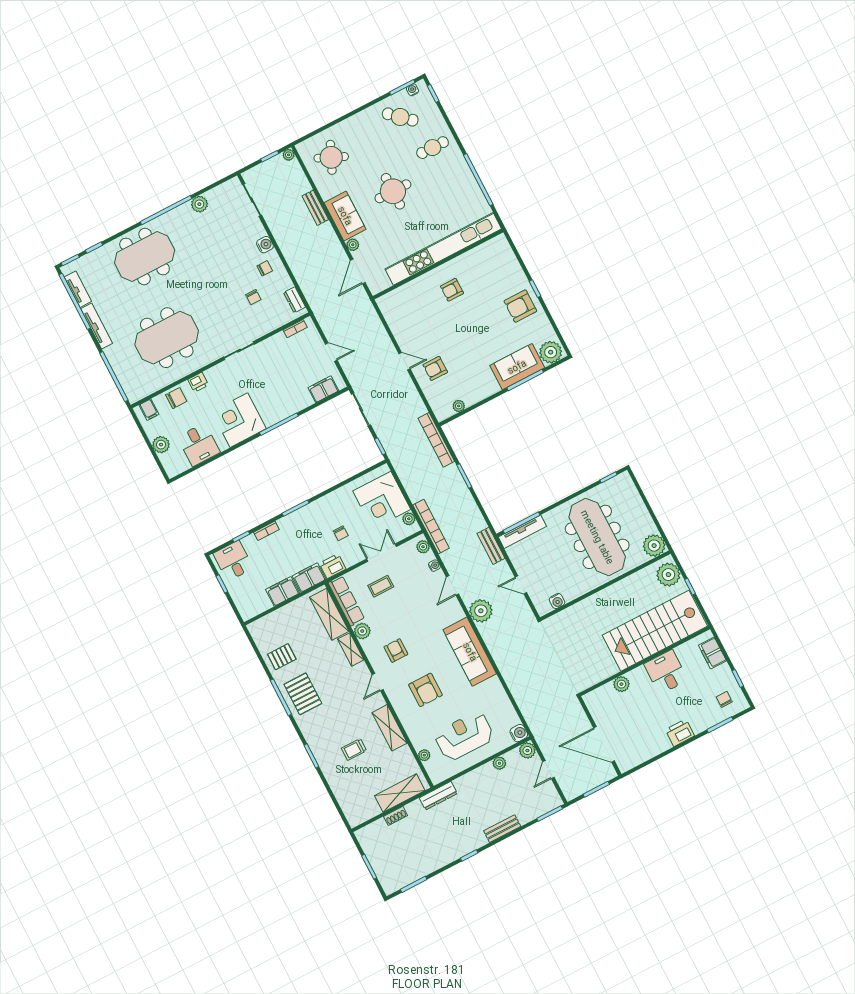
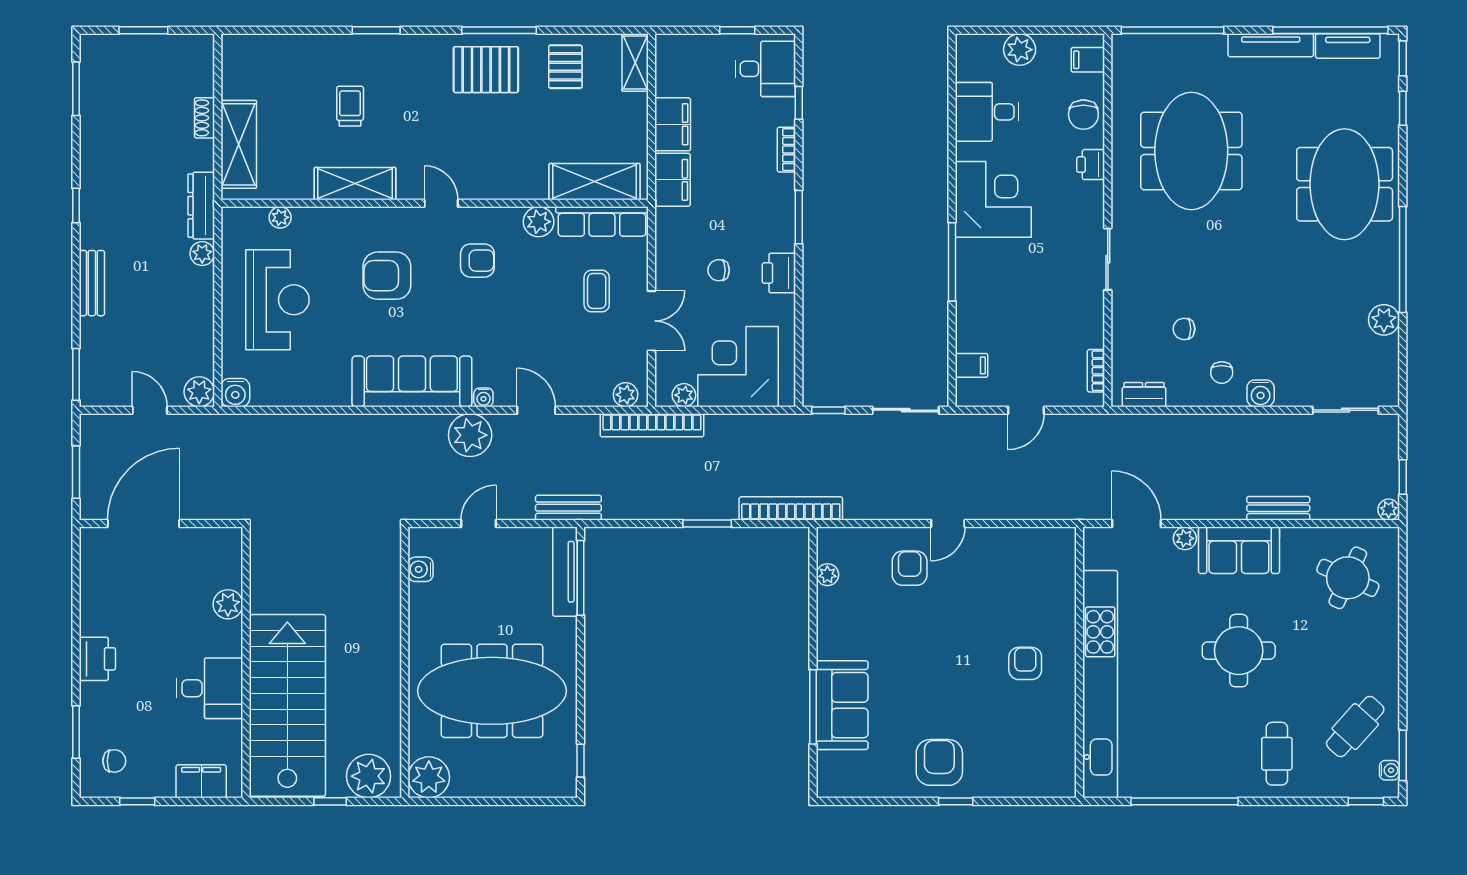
plant: (551, 352) -> (837, 773), removed
filing cabinet: (323, 389) -> (971, 365), width x0.50
printer: (333, 566) -> (779, 273), moved, turned 180
water cooler: (434, 566) -> (483, 397), moved
shelving: (351, 649) -> (635, 63), moved, turned 90
plant: (499, 763) -> (202, 254), moved

